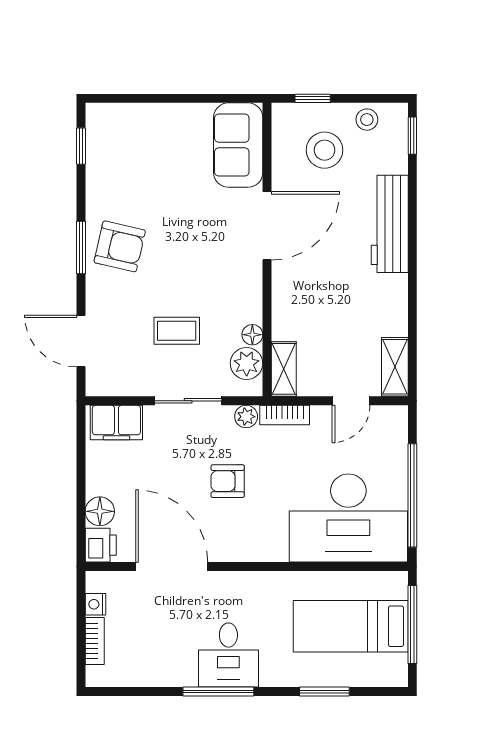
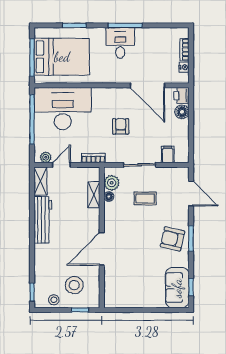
sofa: (238, 145) -> (177, 288), moved, turned 180
workbench: (390, 224) -> (43, 220), moved
shelving: (284, 369) -> (94, 195), moved
plant: (246, 417) -> (46, 157), moved
filing cabinet: (116, 423) -> (168, 154), width x0.50
armchair: (228, 481) -> (121, 126), turned -90
bed: (351, 626) -> (62, 57), width x1.50

